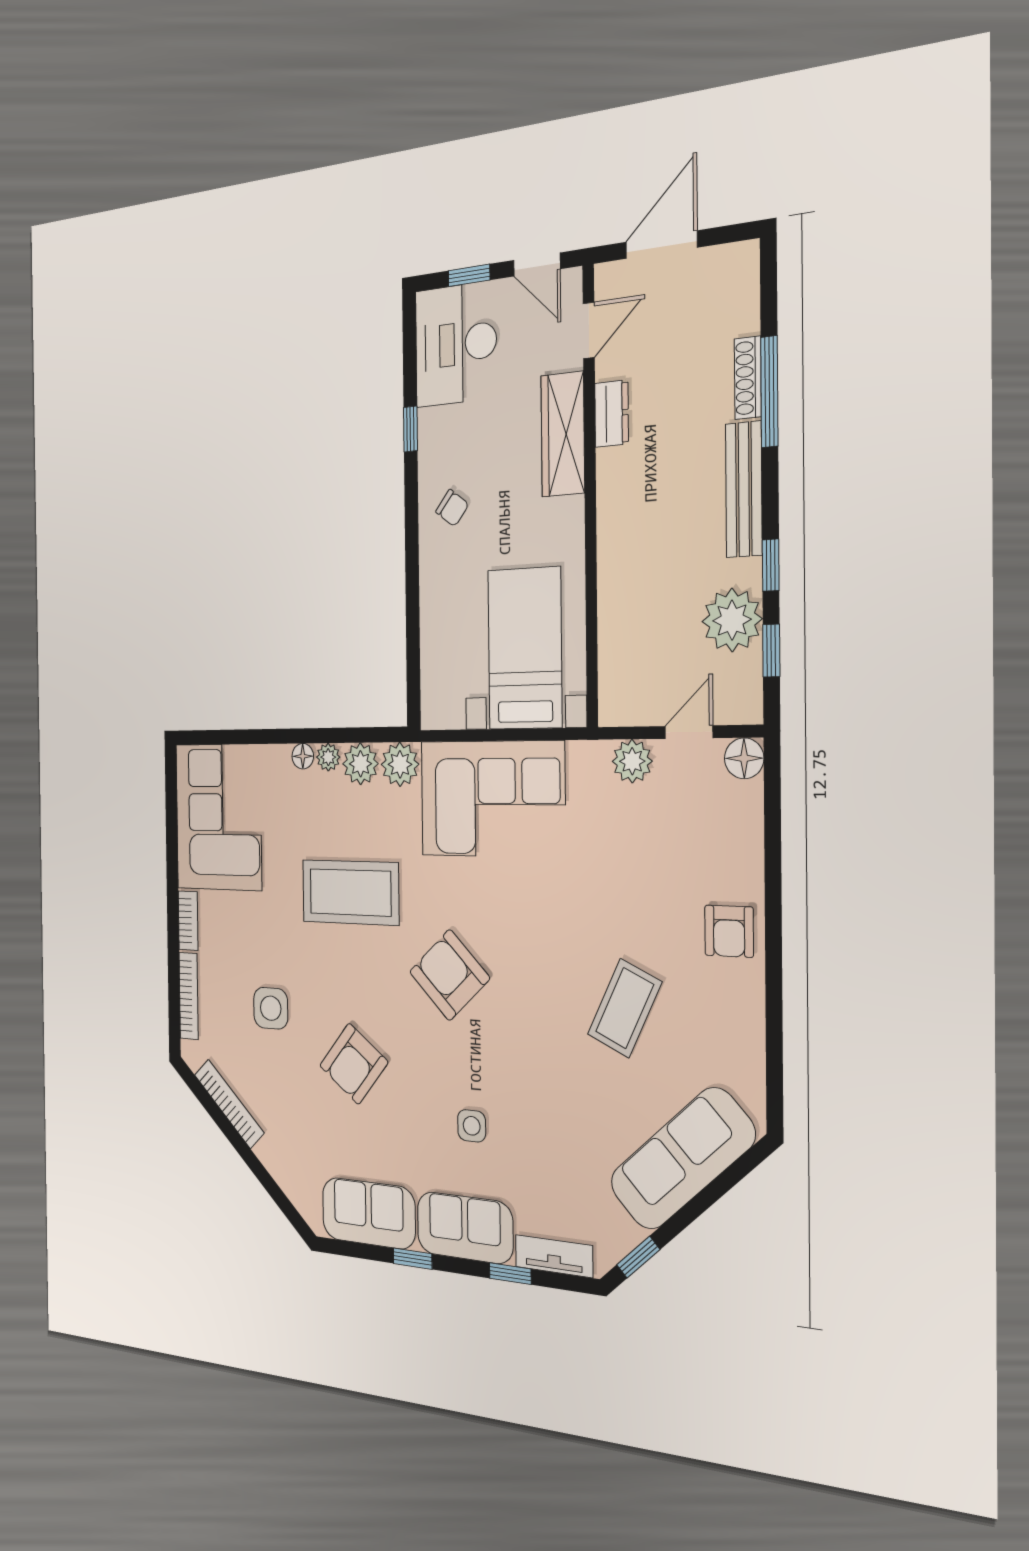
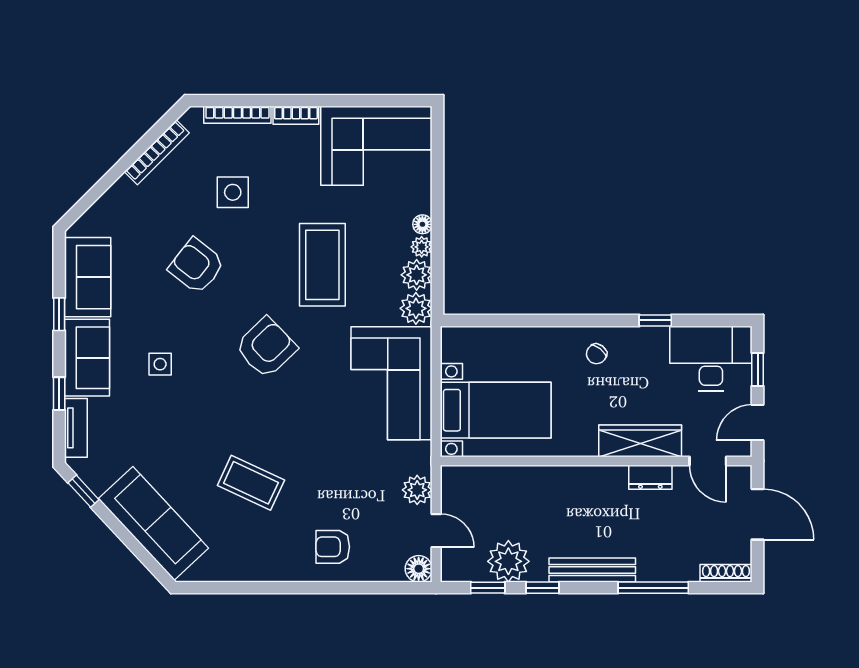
shoe rack: (748, 378) -> (726, 573), moved
armchair: (729, 931) -> (333, 547), moved

